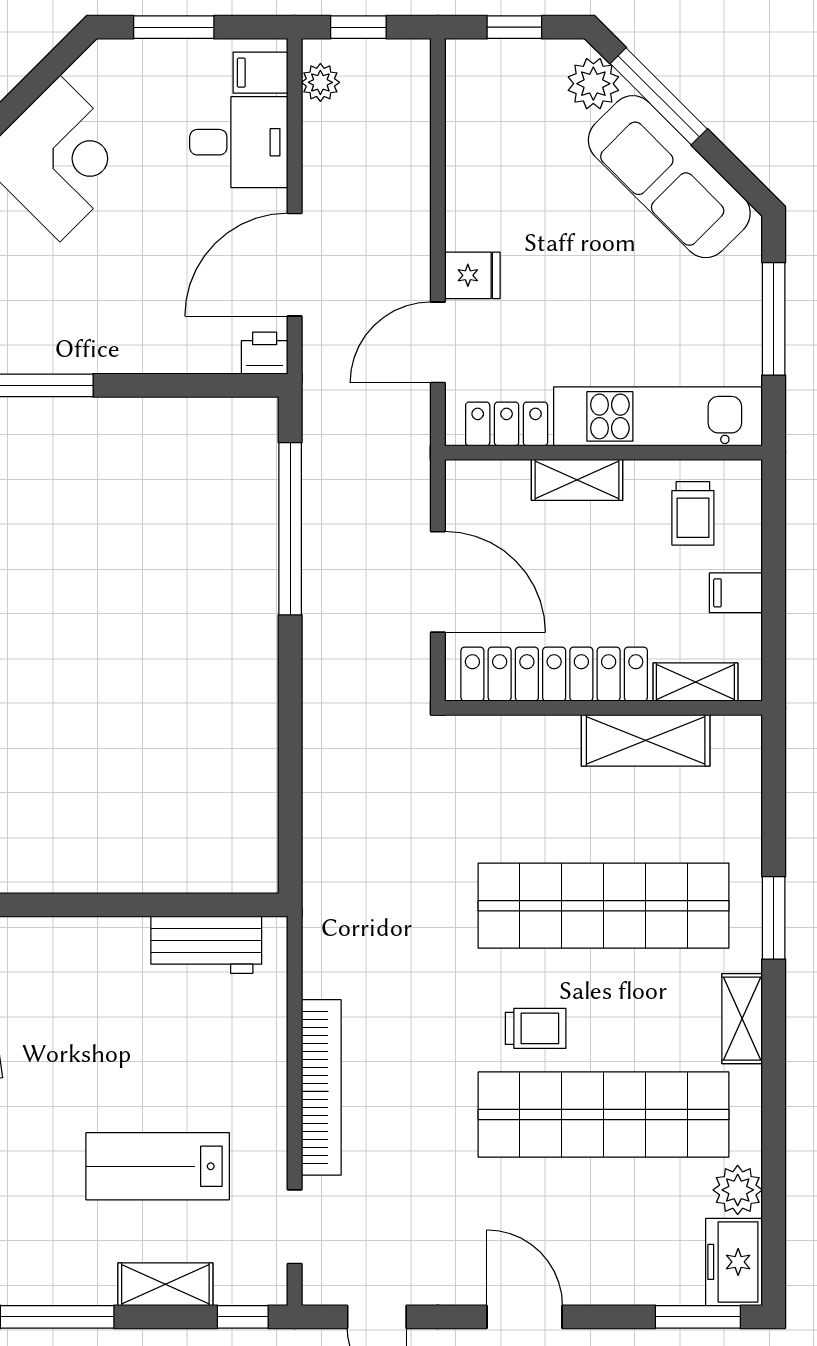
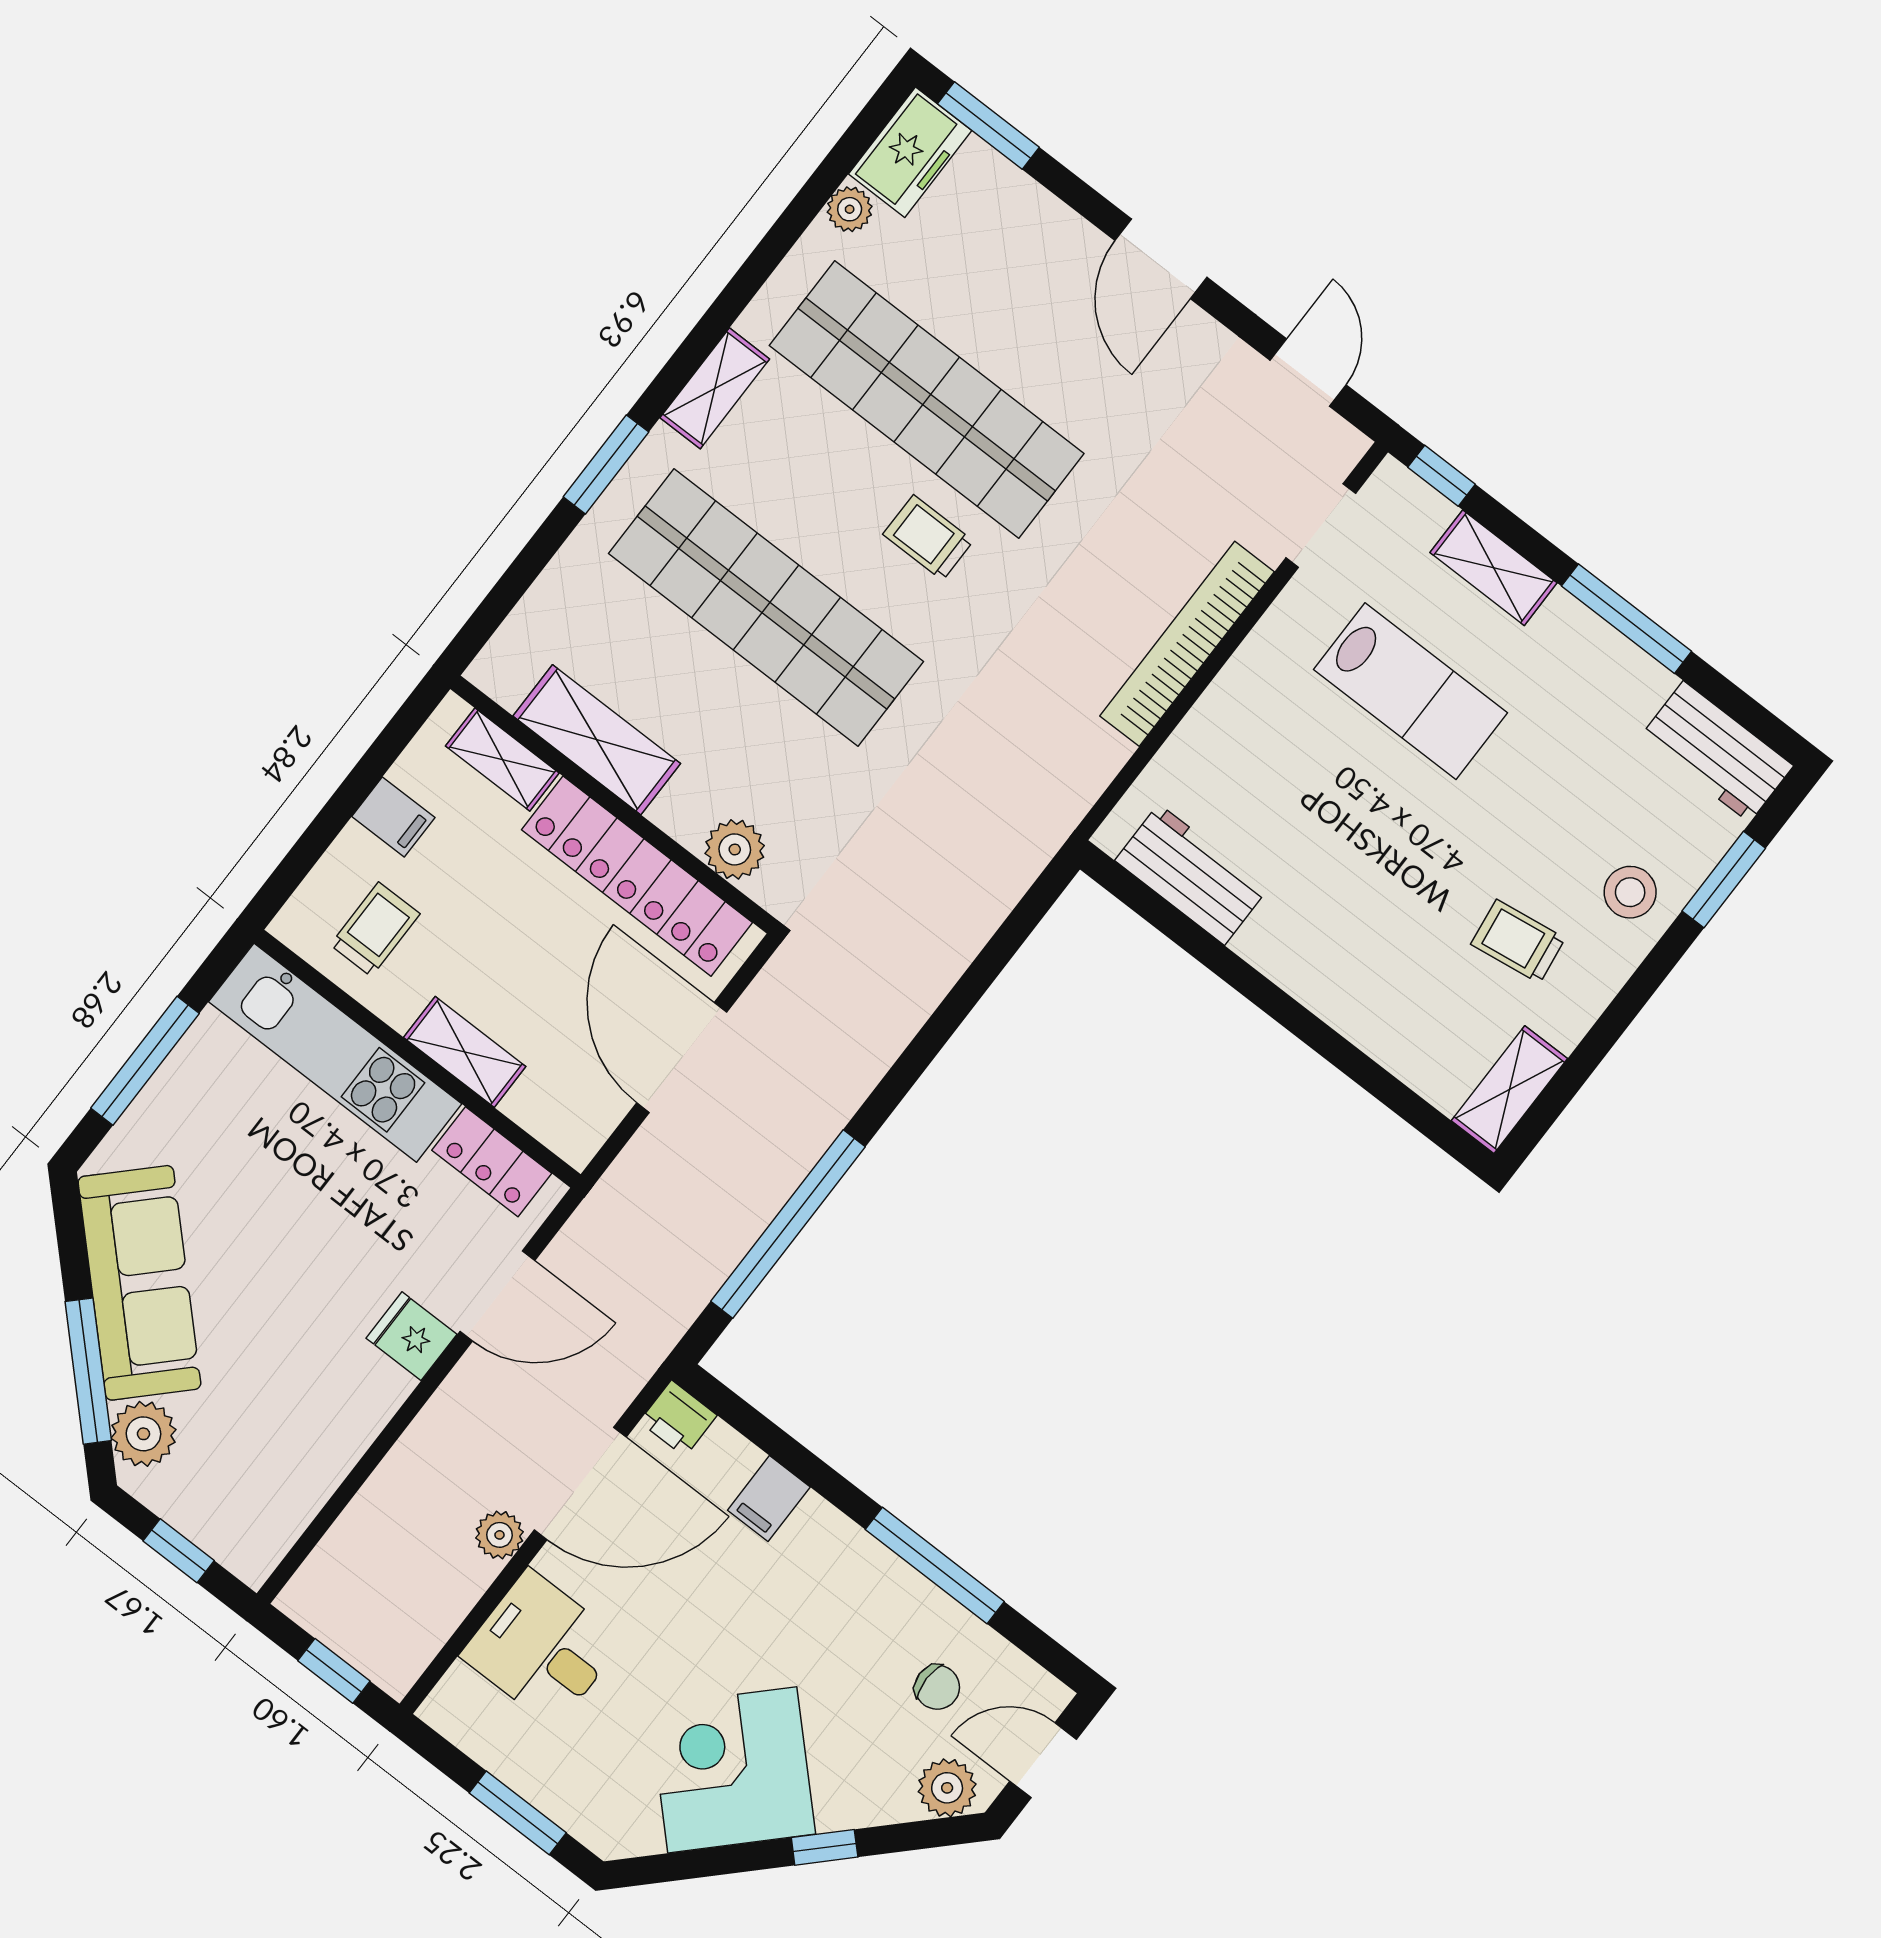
filing cabinet: (260, 73) -> (769, 1499), moved, turned 90
plant: (320, 82) -> (500, 1535), moved
plant: (506, 738) -> (735, 849), added
plant: (738, 1190) -> (850, 209), width x0.73, depth x0.73

